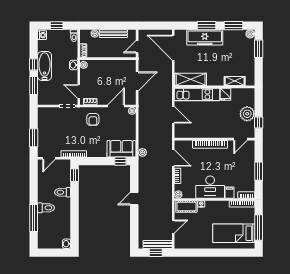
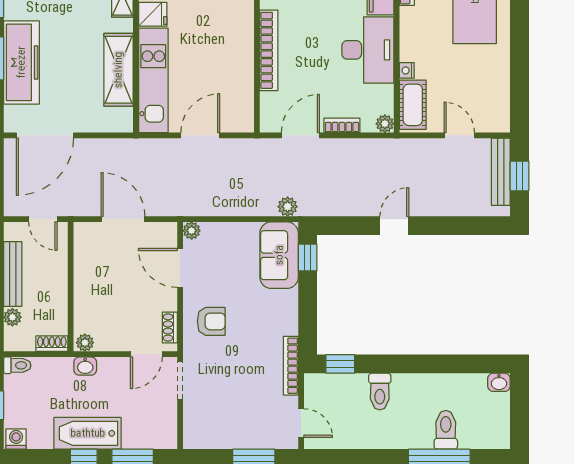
shelving: (191, 79) -> (118, 70), moved
door: (134, 199) -> (394, 226), swing flipped
toilet: (46, 208) -> (446, 430), moved

